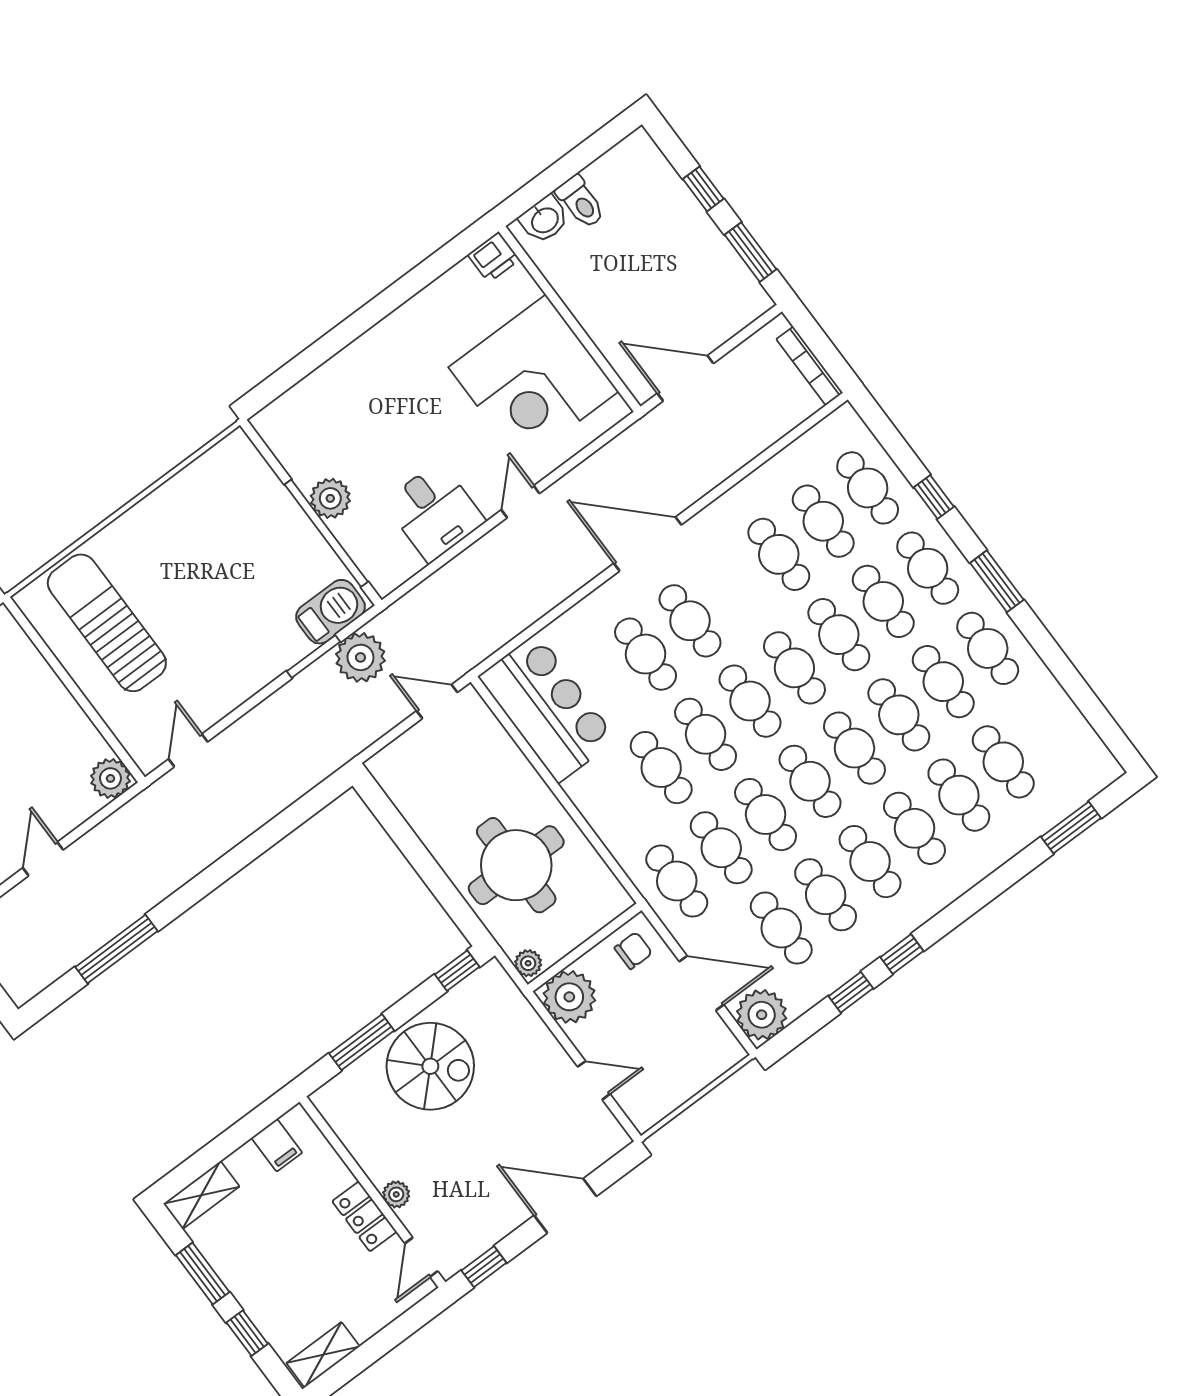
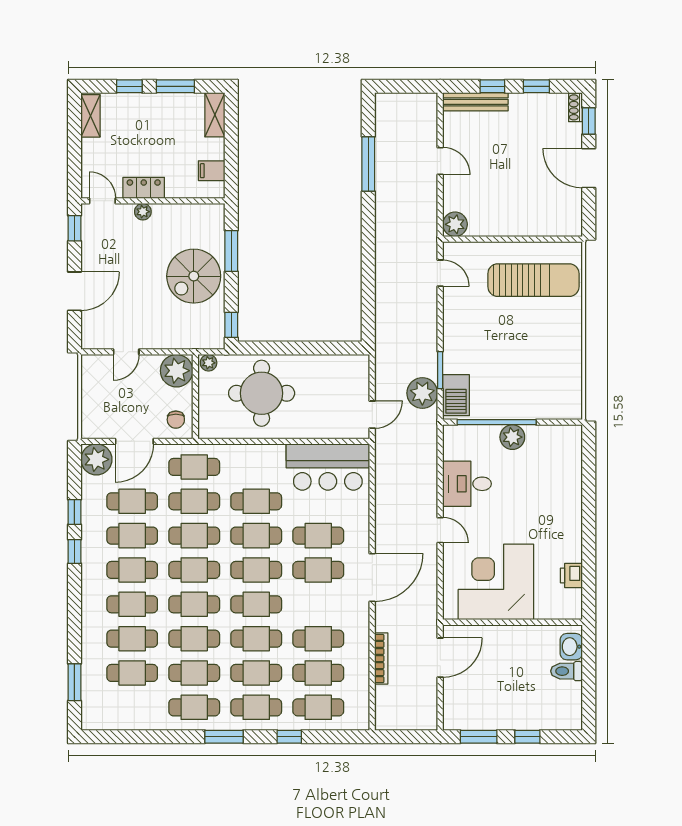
printer: (494, 257) -> (571, 576), moved
bookcase: (810, 366) -> (381, 659), moved, turned 90

